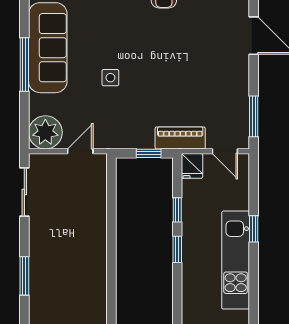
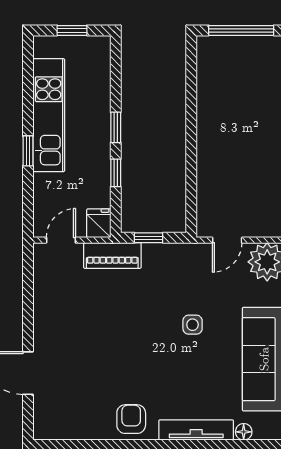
window: (254, 116) -> (28, 280), removed
door: (225, 151) -> (61, 240), hinge flipped

